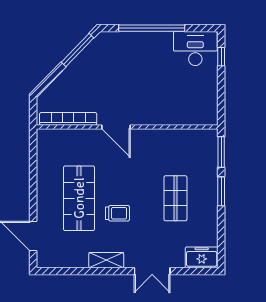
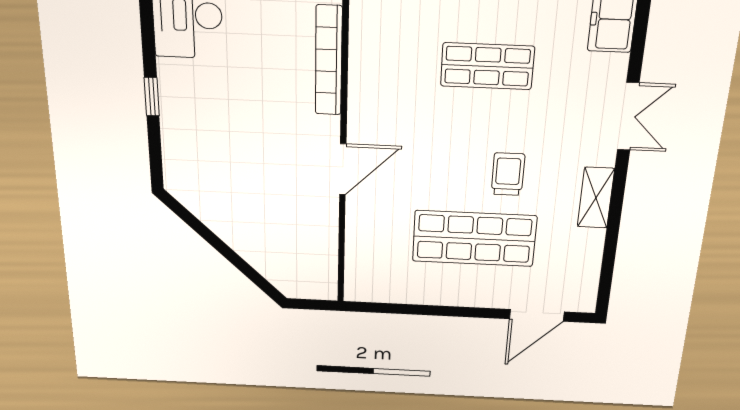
window: (152, 28) -> (152, 97), width x0.32
window: (77, 50) -> (200, 228), removed
bookcase: (68, 119) -> (329, 61), moved

